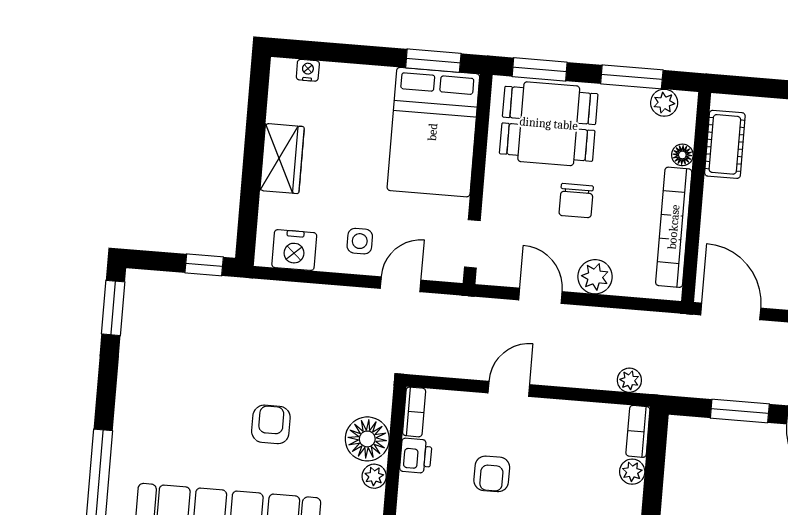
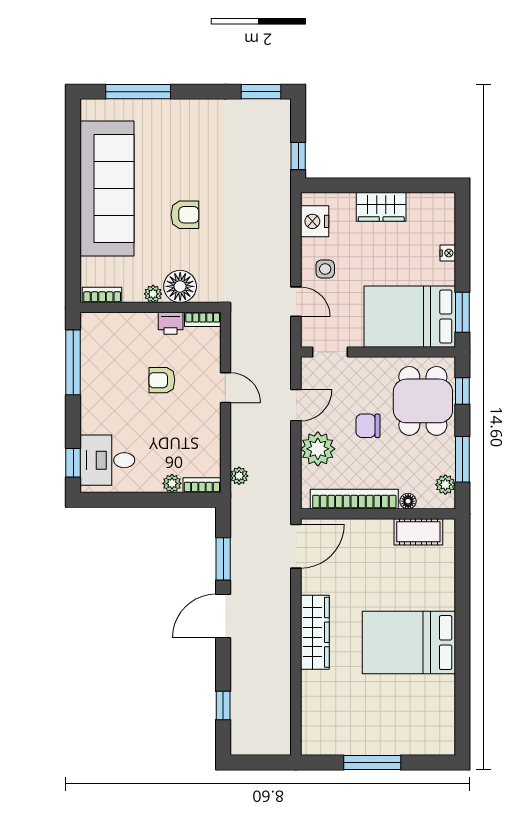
window: (540, 69) -> (462, 391), width x0.67
nightstand: (308, 70) -> (448, 253), moved
plant: (595, 277) -> (318, 449), width x1.36, depth x1.36

